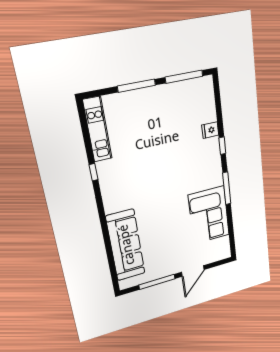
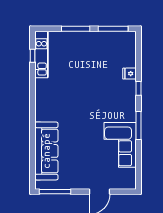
window: (94, 172) -> (33, 56), moved
window: (157, 282) -> (55, 192), moved

